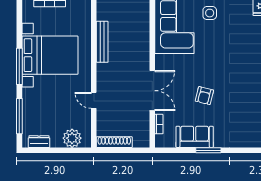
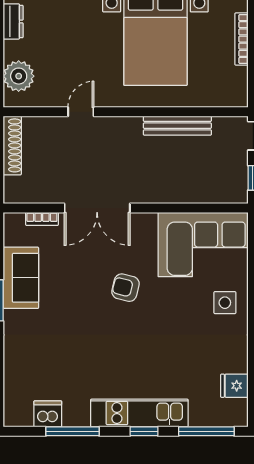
armchair: (204, 96) -> (126, 288), moved

